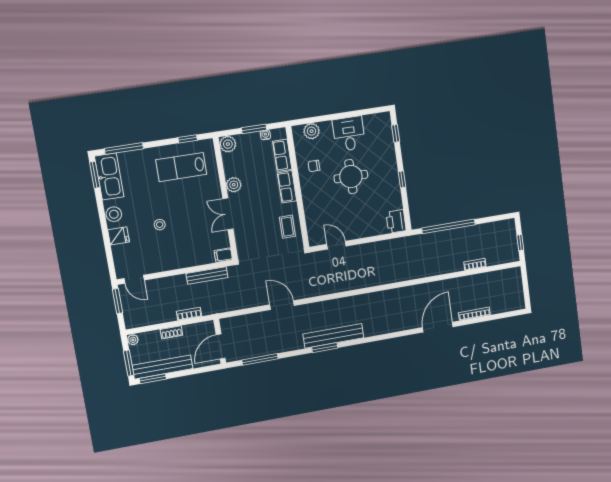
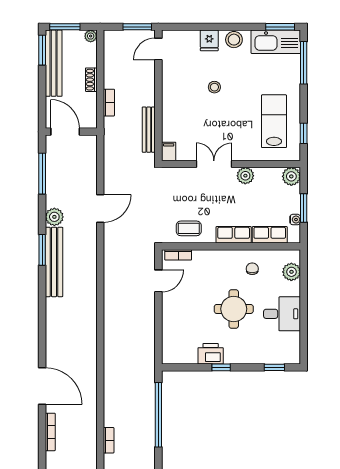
printer: (396, 221) -> (211, 354), moved
bookcase: (312, 232) -> (178, 255), added
plant: (295, 342) -> (54, 217), added

